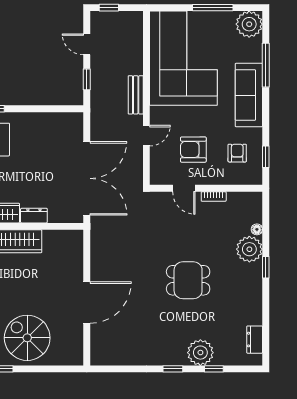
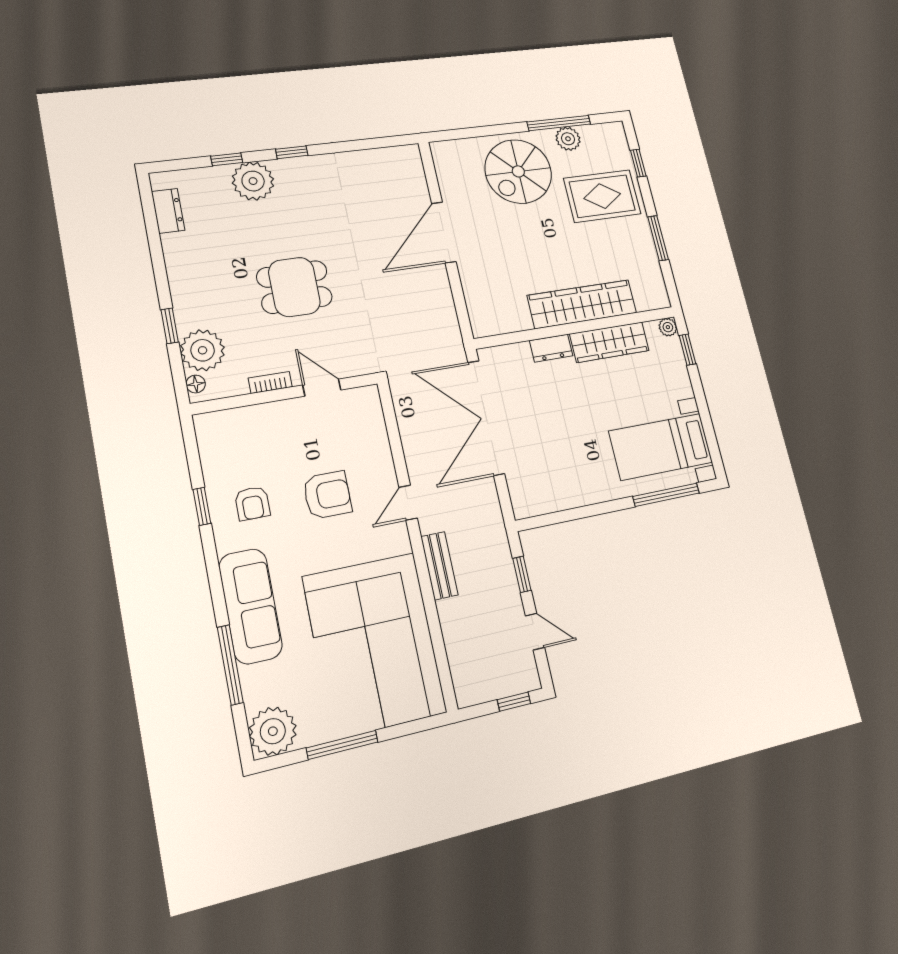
door: (184, 188) -> (322, 387), moved
wall: (206, 188) -> (285, 394), moved
bookcase: (214, 196) -> (270, 382), moved
spiral stairs: (27, 338) -> (518, 171), turned 90

